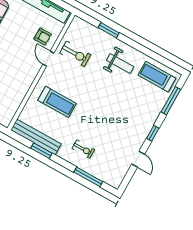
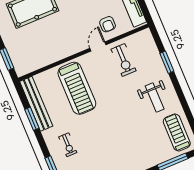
treadmill: (57, 102) -> (77, 88), width x1.37, depth x1.38

